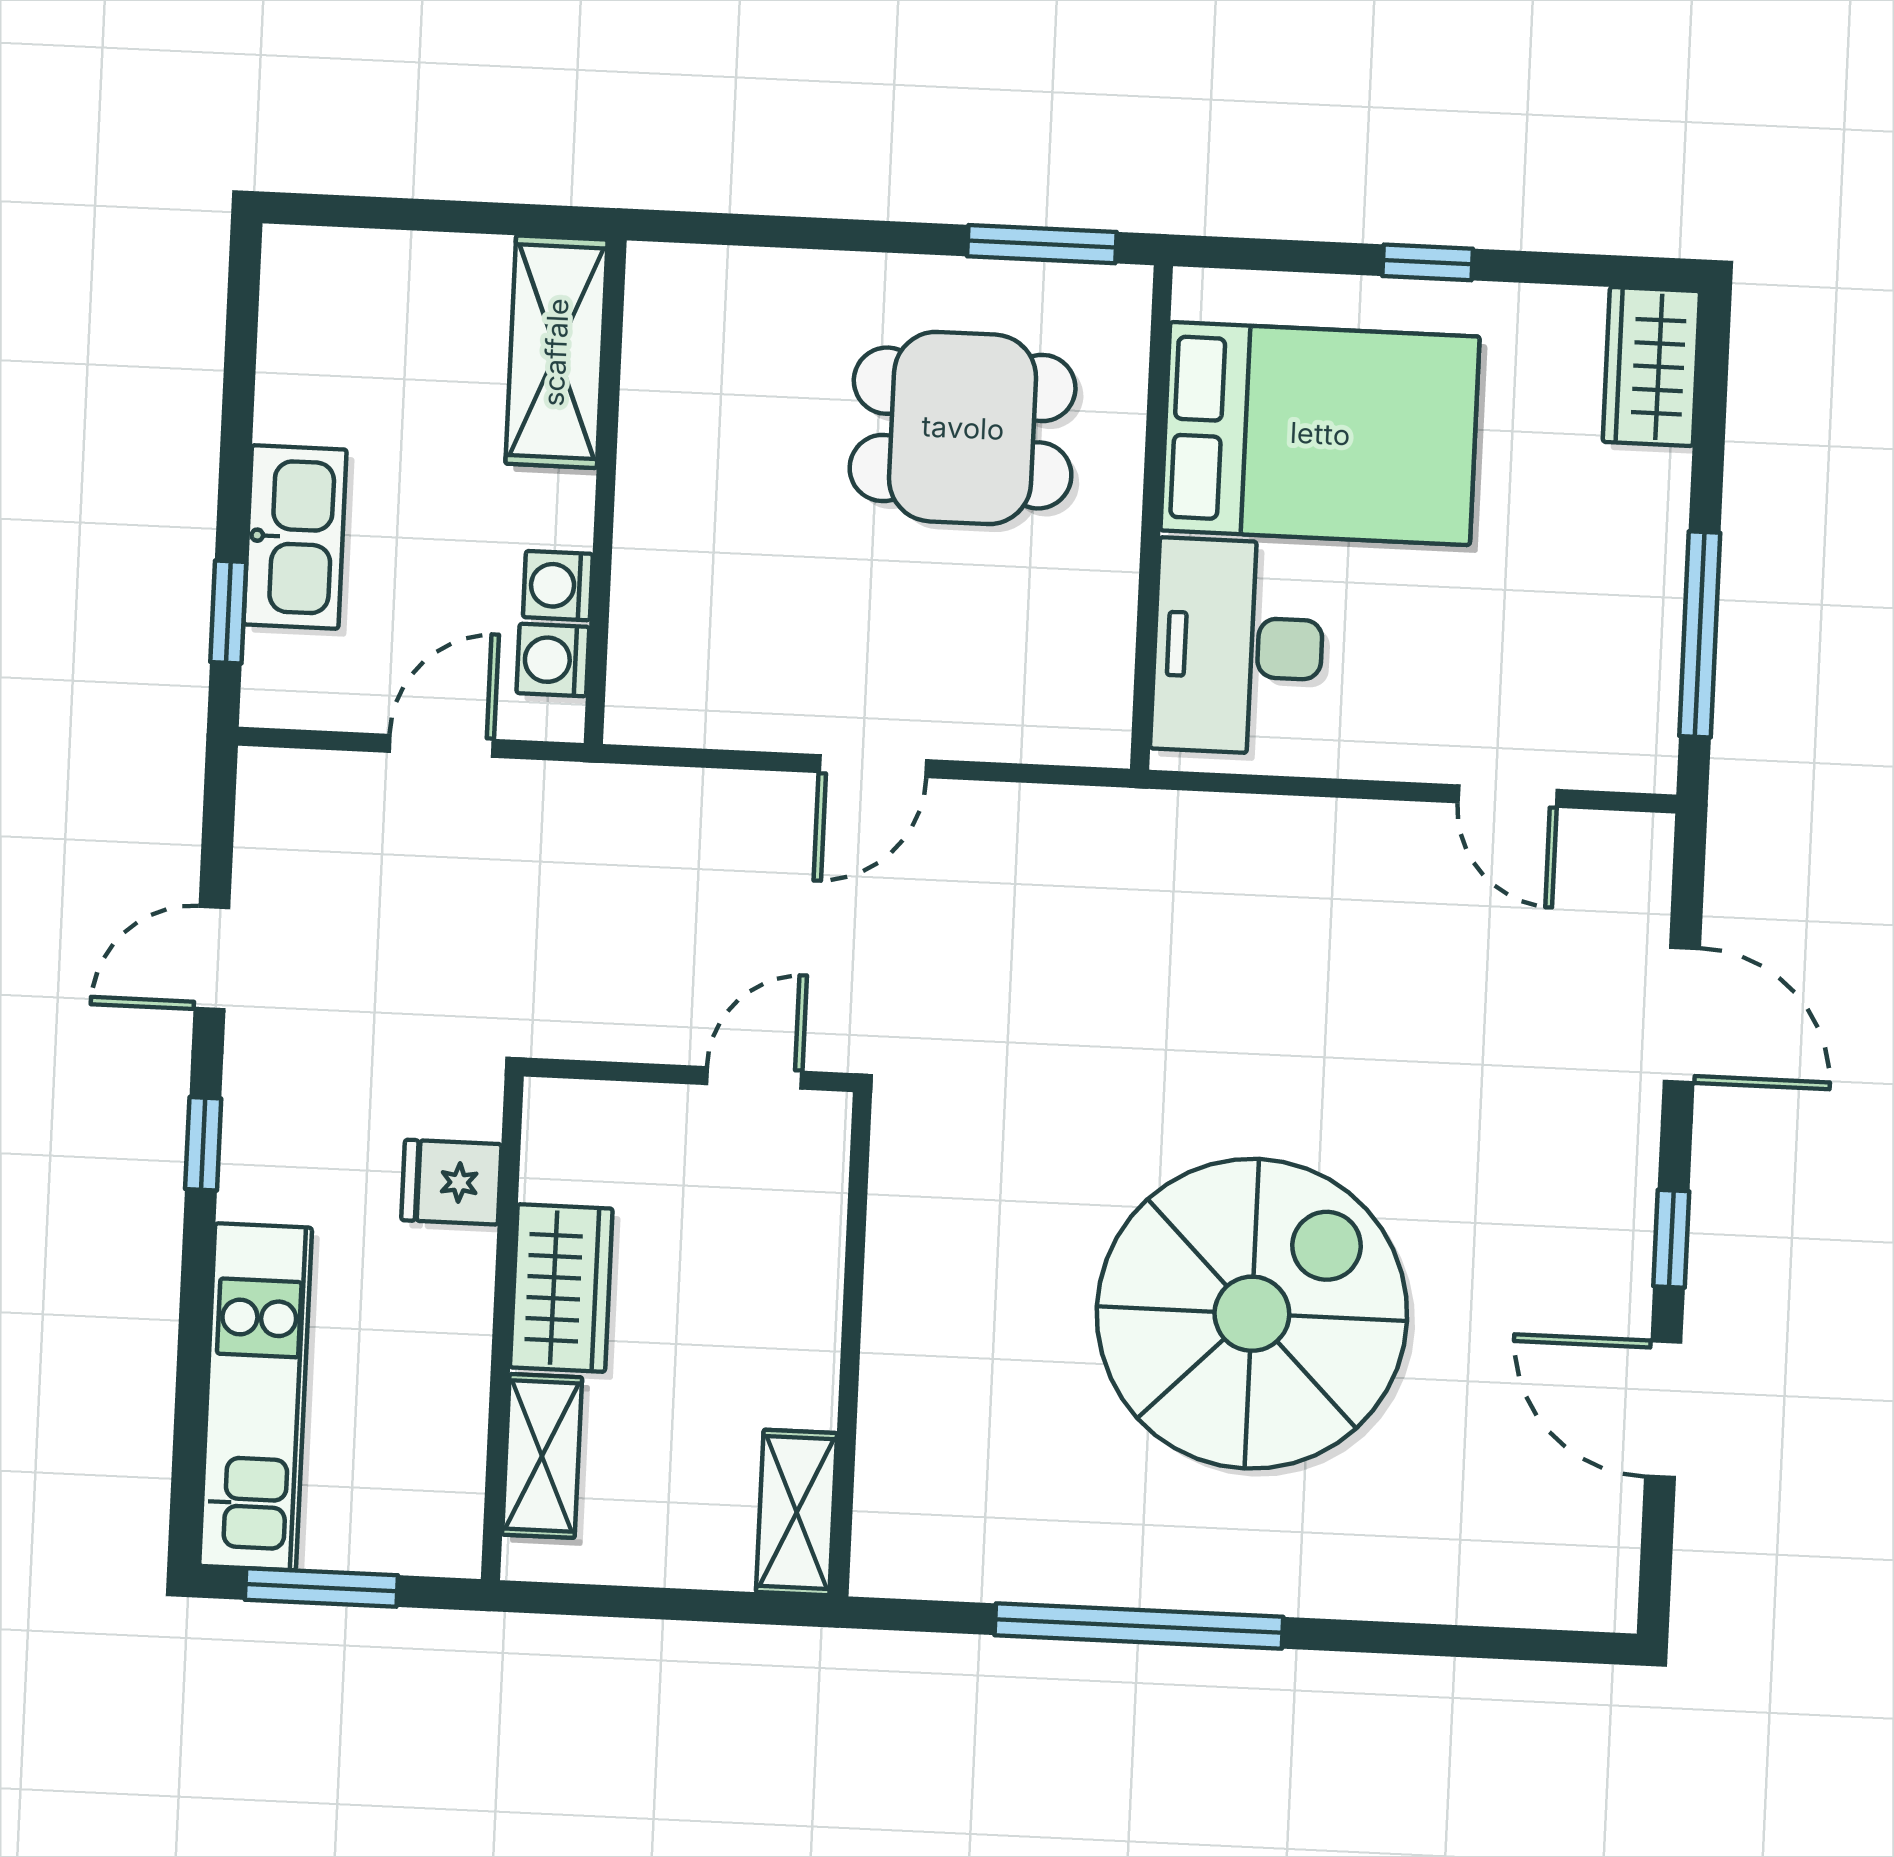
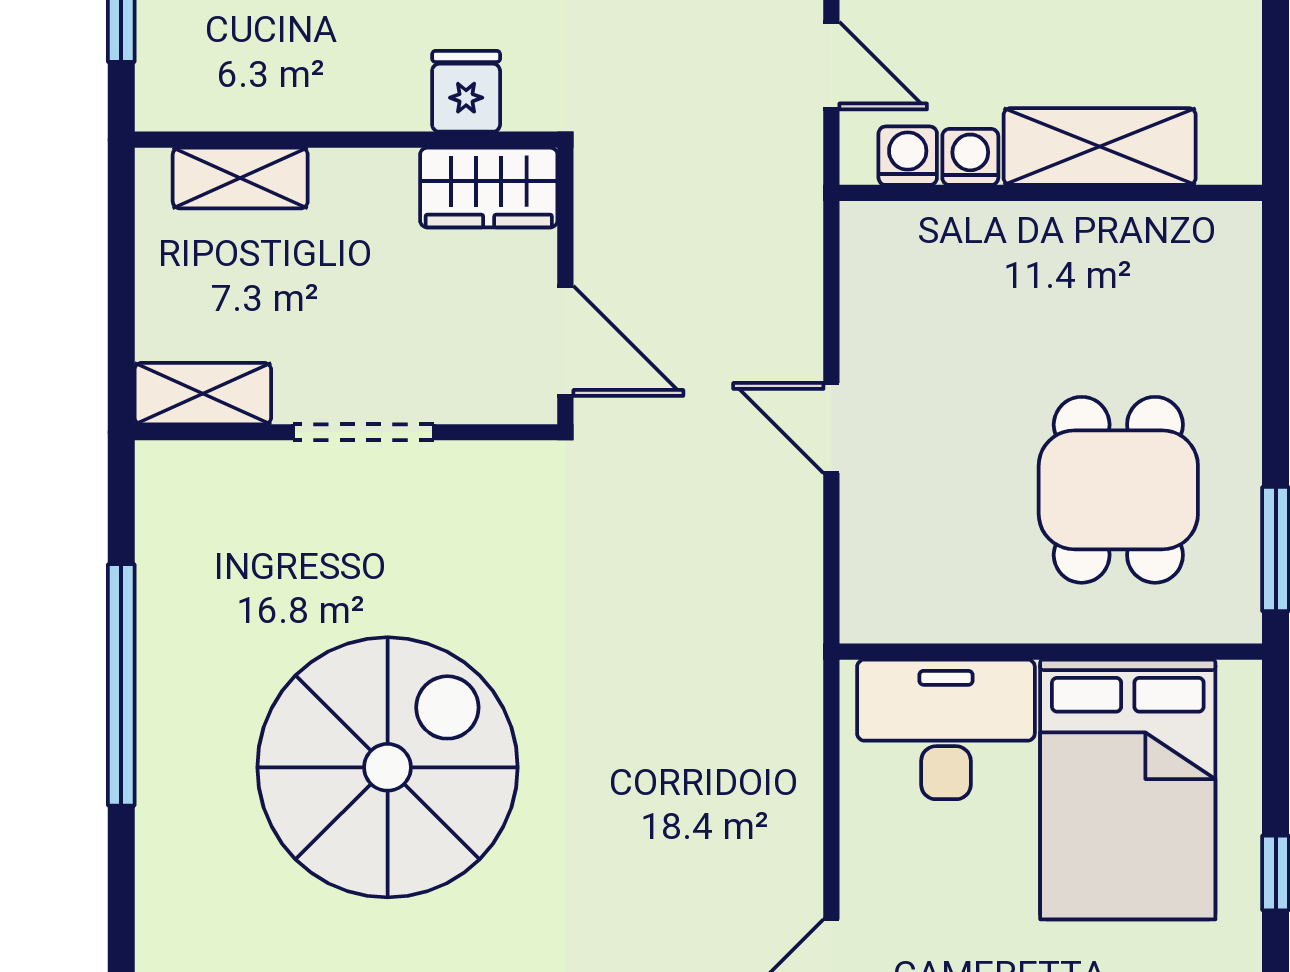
shelving: (556, 352) -> (1100, 147), moved
door: (754, 1078) -> (565, 341), width x1.38
wardrobe: (561, 1288) -> (489, 188), moved
spiral stairs: (1252, 1314) -> (388, 767), turned -90
doorway: (852, 1324) -> (363, 432), added

